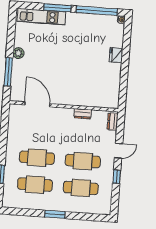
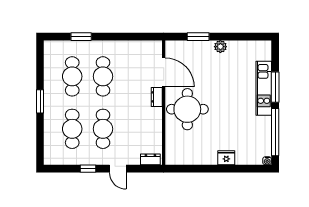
kitchen unit: (41, 17) -> (264, 88), moved
window: (8, 72) -> (198, 37), width x0.69
round table: (71, 86) -> (187, 109), added
door: (37, 104) -> (164, 72), hinge flipped
dresser: (83, 114) -> (157, 97), moved

